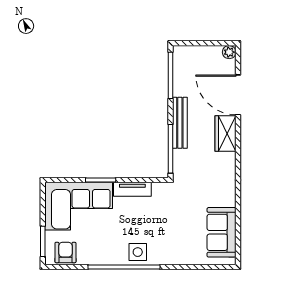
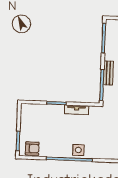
bench: (180, 123) -> (108, 73), width x0.73
corner sofa: (79, 206) -> (42, 119), removed
armchair: (65, 253) -> (32, 149), turned 90

